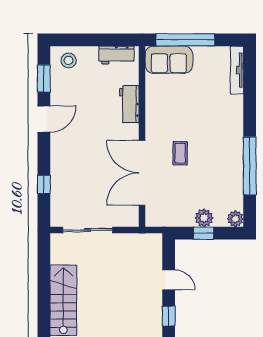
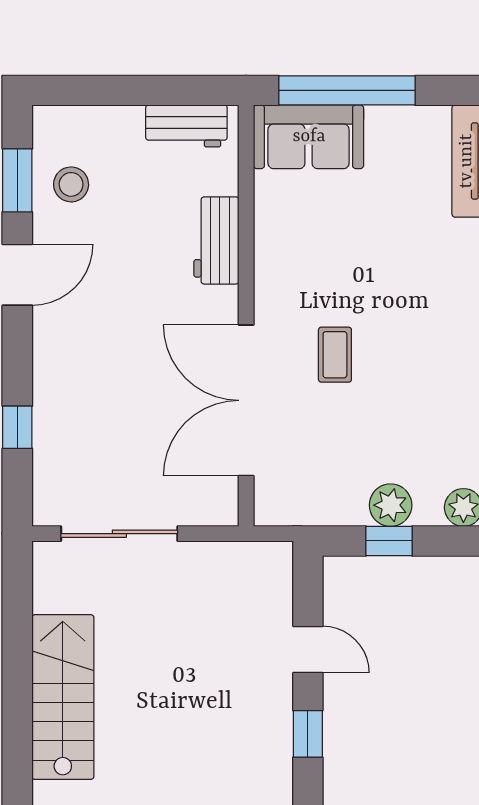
stool: (69, 60) -> (71, 184), moved

